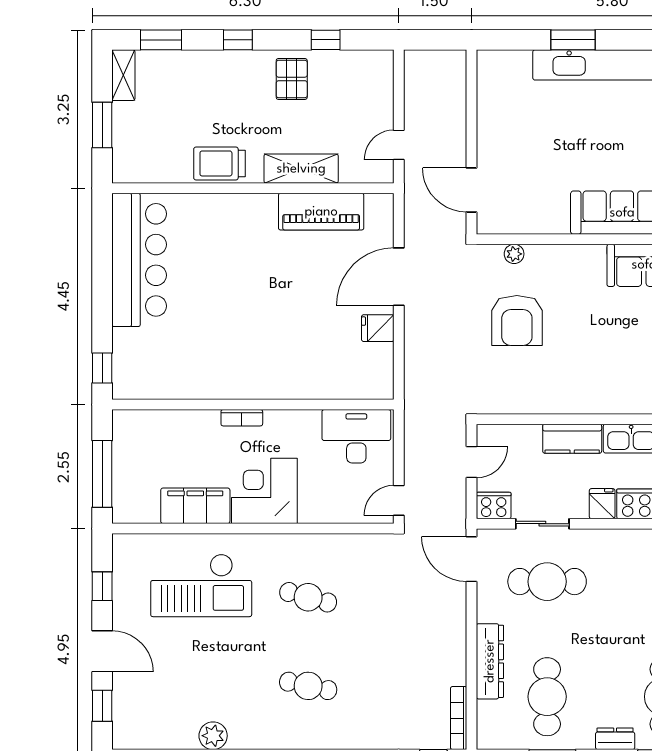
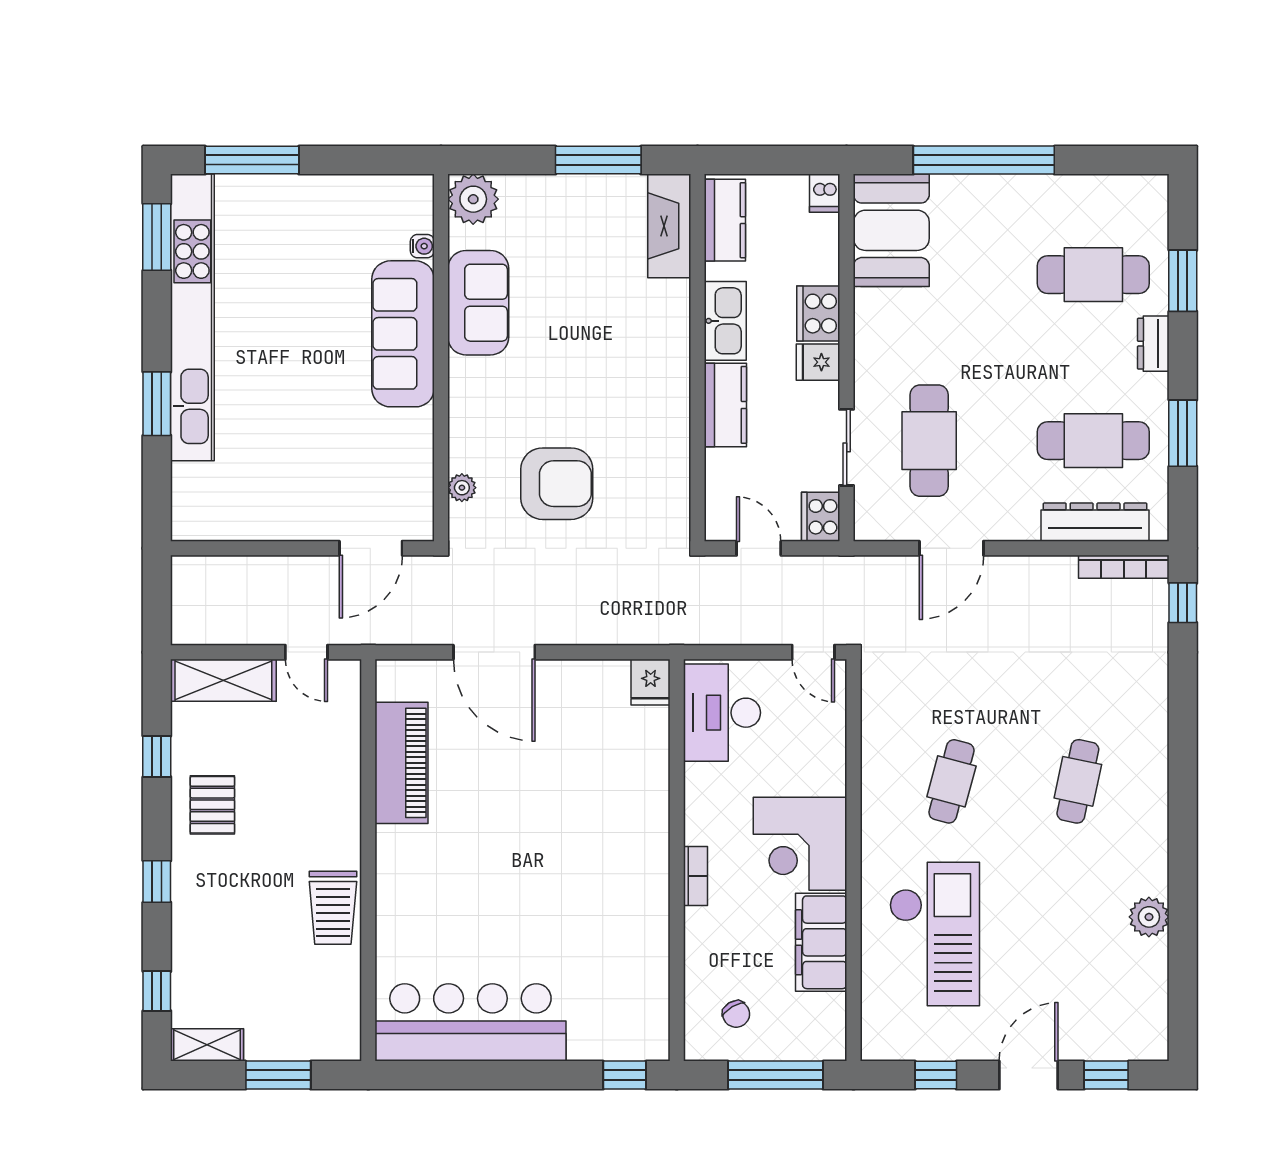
window: (161, 40) -> (157, 991), width x0.67
pallet: (292, 79) -> (212, 805), turned 90
shelving: (301, 169) -> (223, 680), moved, turned 90
fridge: (378, 328) -> (651, 682), moved
chair: (145, 446) -> (736, 1014), added
door: (472, 559) -> (951, 548), moved
dresser: (490, 661) -> (1095, 522), moved

